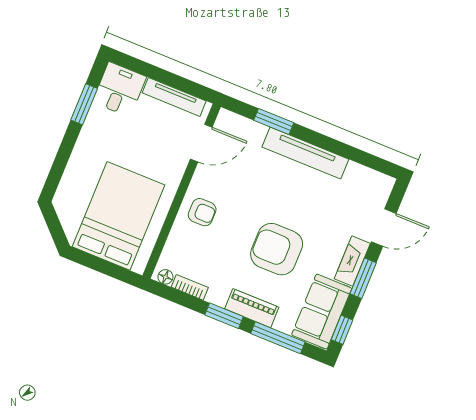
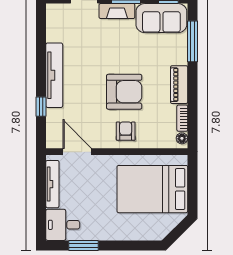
window: (274, 121) -> (41, 107), width x0.67
armchair: (277, 249) -> (124, 92), moved, turned -90
piano: (252, 308) -> (179, 85), moved
window: (224, 316) -> (192, 86), removed

